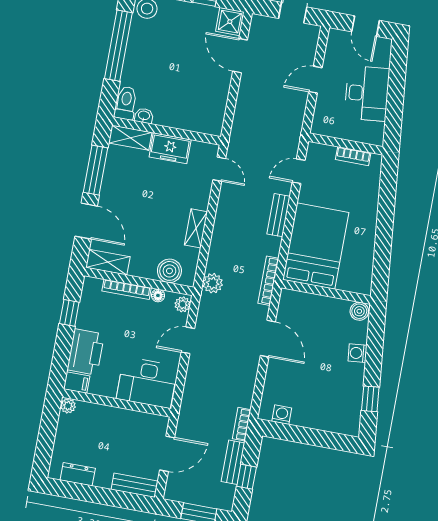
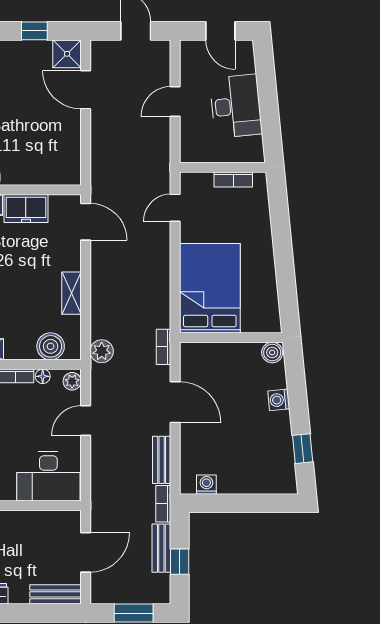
door: (219, 169) -> (86, 222), width x1.38
bench: (279, 215) -> (162, 460), moved
bookcase: (268, 281) -> (164, 347), width x0.64

